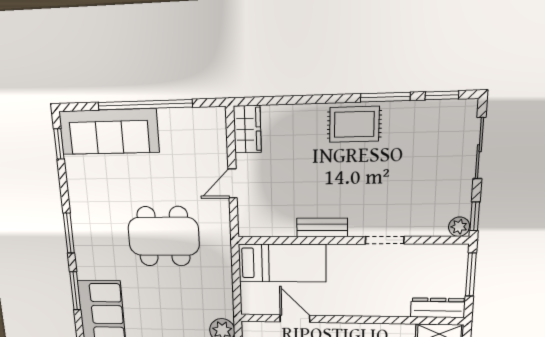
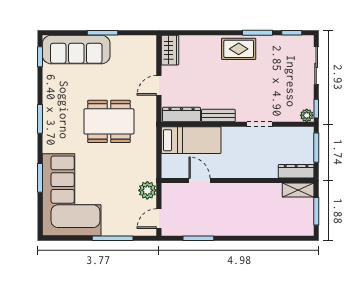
window: (145, 105) -> (102, 33), width x0.47
dresser: (267, 226) -> (182, 115), added
window: (75, 291) -> (40, 178), moved

